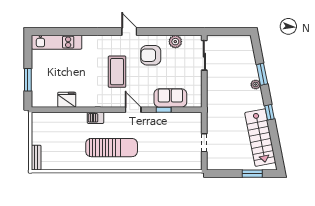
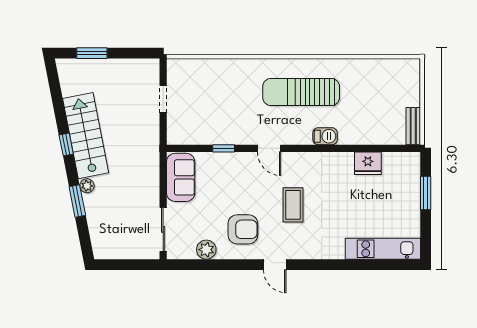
coffee table: (117, 72) -> (293, 205), width x0.73, depth x0.76
sofa: (170, 98) -> (181, 177), moved, turned -90
stairs: (260, 138) -> (86, 136), moved
bench: (36, 158) -> (413, 126), moved

